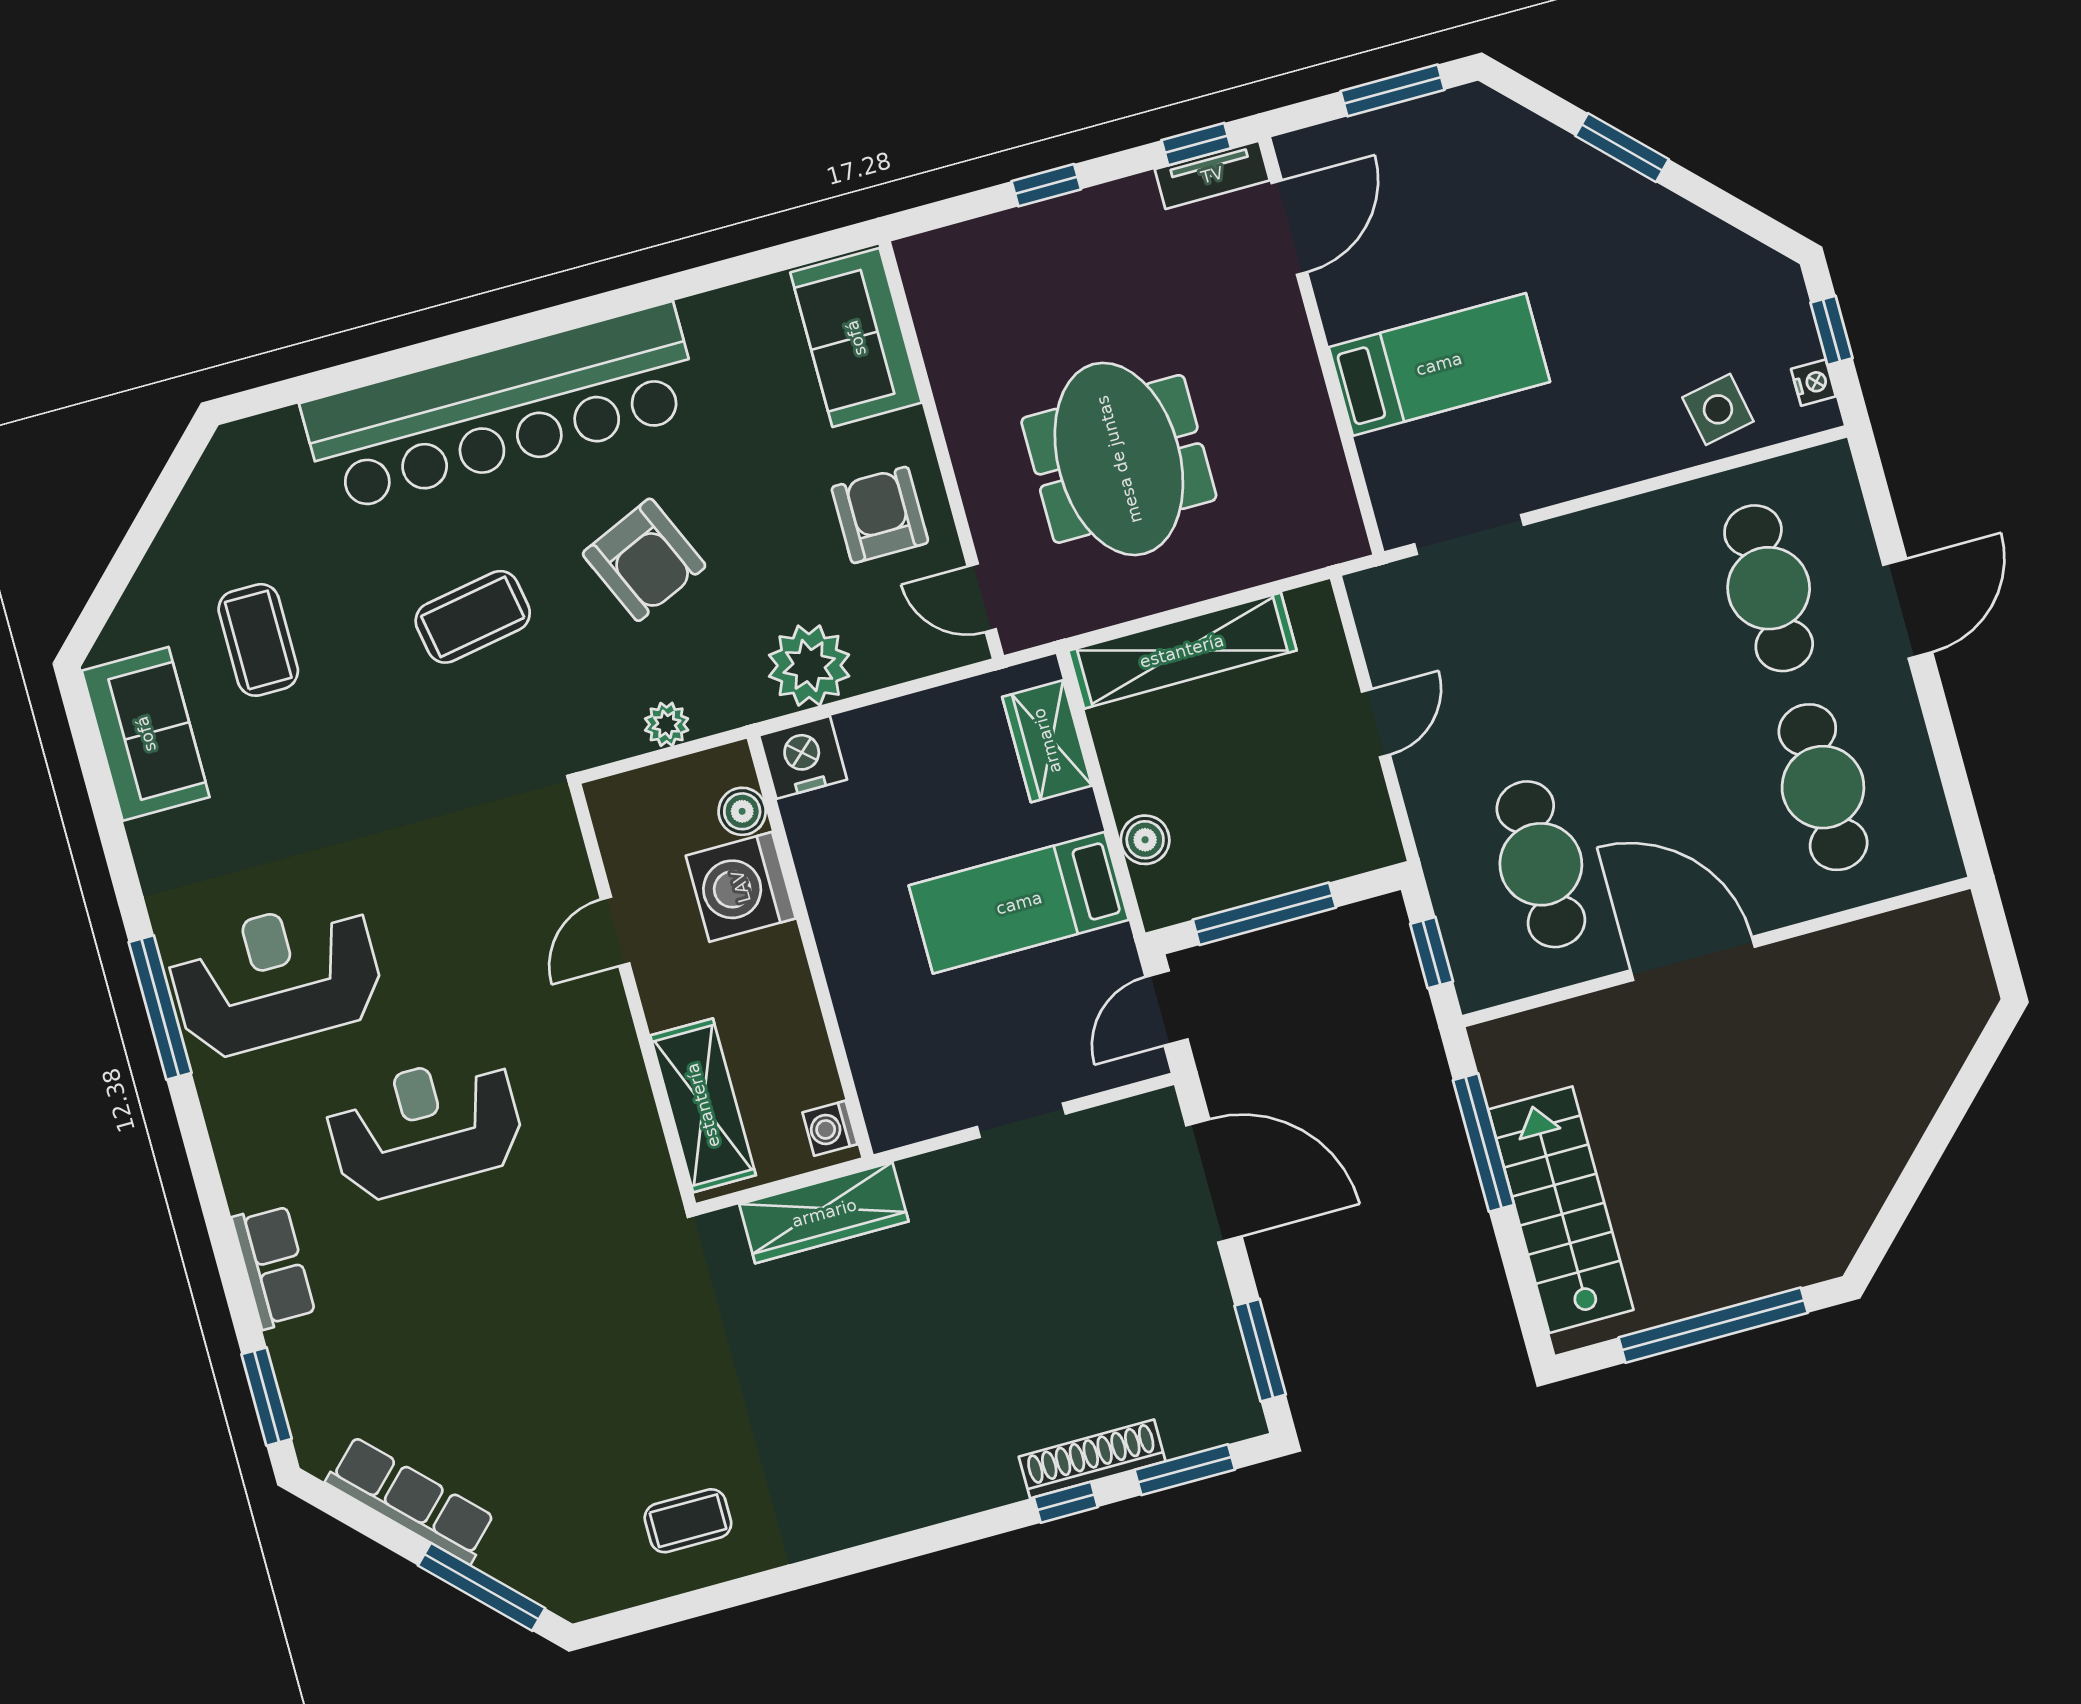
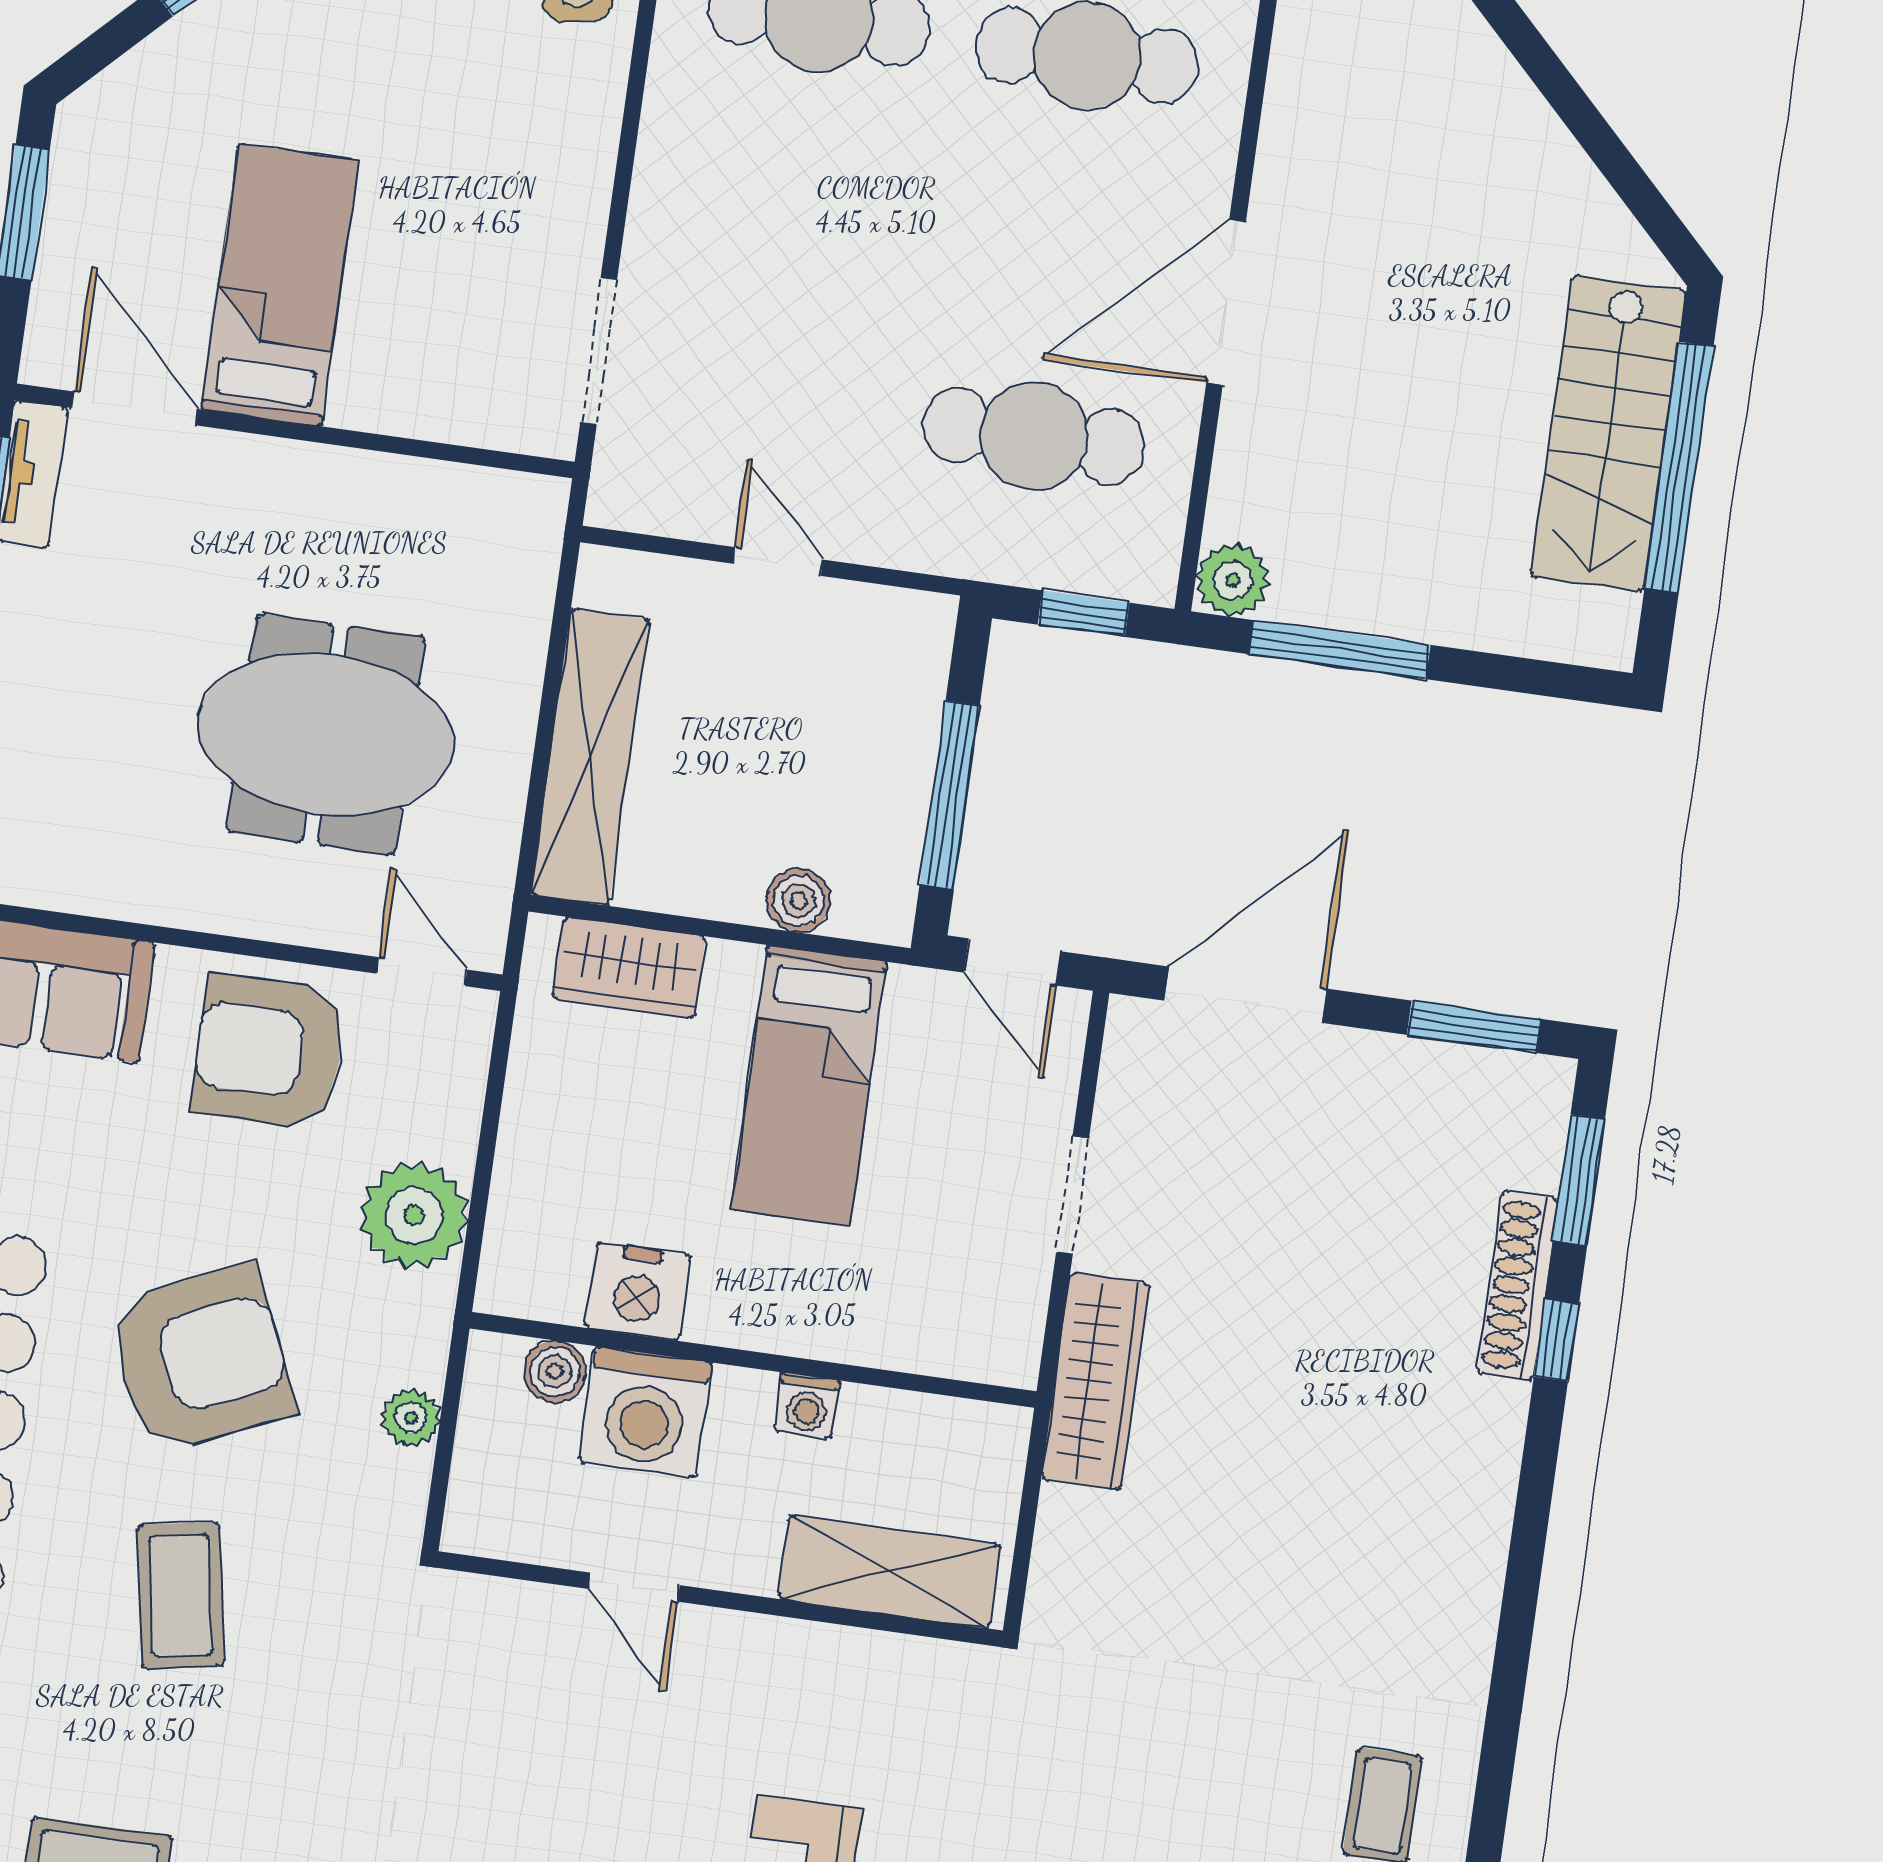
bed: (1439, 364) -> (280, 285), moved
armchair: (880, 515) -> (269, 1052), width x1.36, depth x1.36
armchair: (644, 560) -> (201, 1359), width x1.36, depth x1.36
door: (982, 598) -> (422, 972), swing flipped
nightstand: (803, 757) -> (638, 1292), moved, turned -90
plant: (1500, 1047) -> (1233, 580), added
washing machine: (830, 1128) -> (807, 1406), moved
stairs: (1561, 1210) -> (1608, 433), moved, turned -90
wardrobe: (824, 1213) -> (1096, 1382), moved

